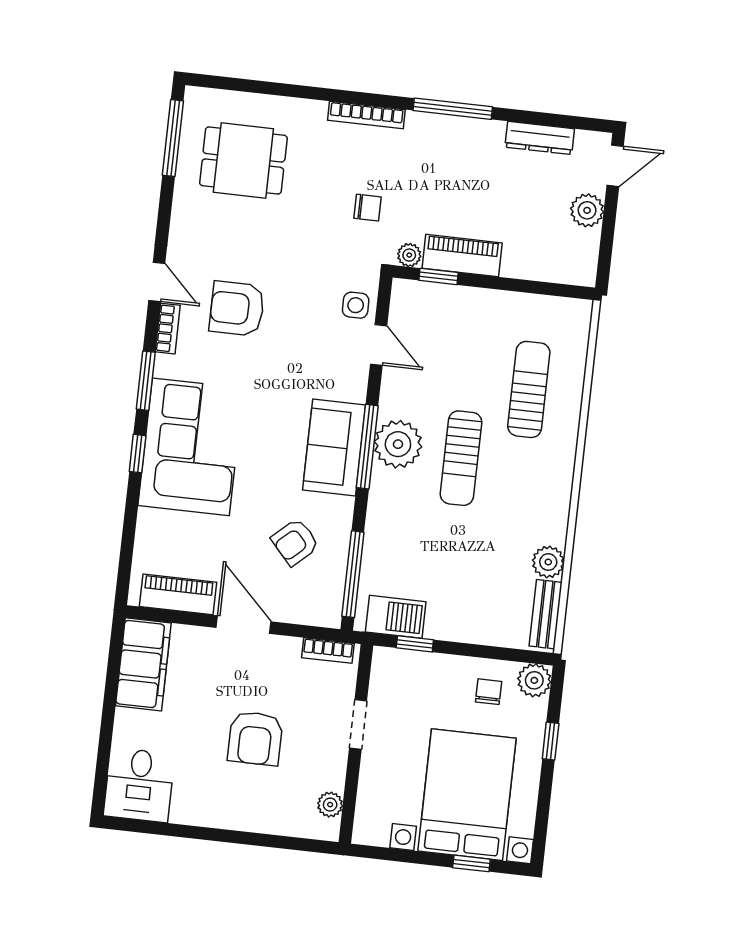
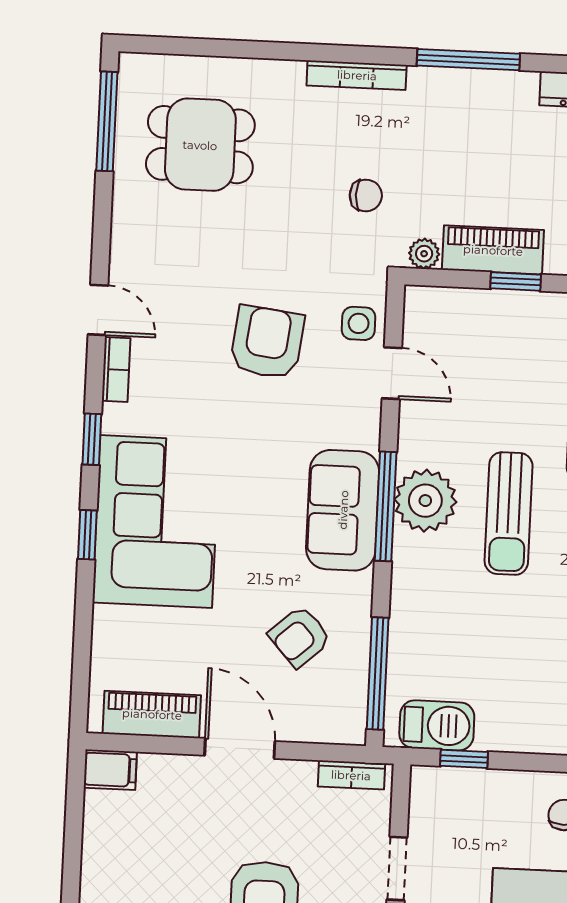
window: (438, 276) -> (516, 281), moved
armchair: (237, 309) -> (267, 342), moved, turned 97
window: (146, 381) -> (92, 439), width x0.67
filing cabinet: (143, 664) -> (110, 770), width x0.33, depth x0.86

